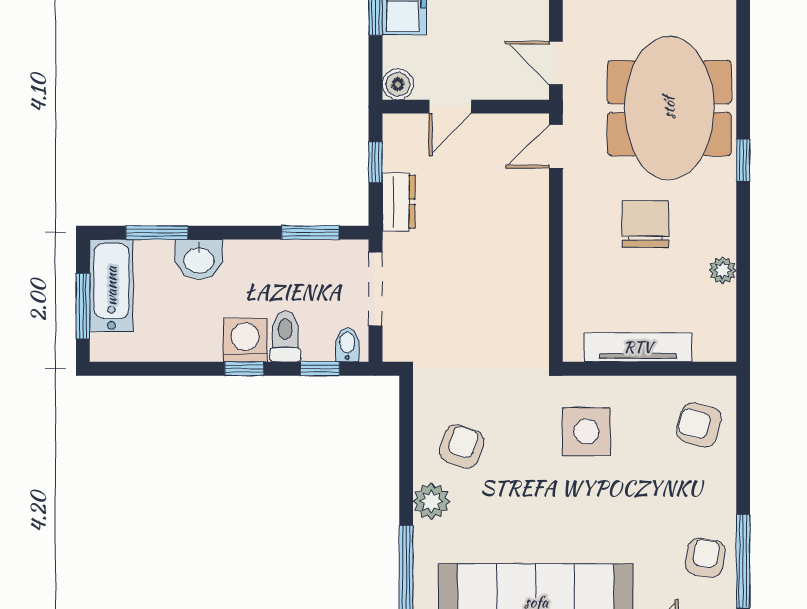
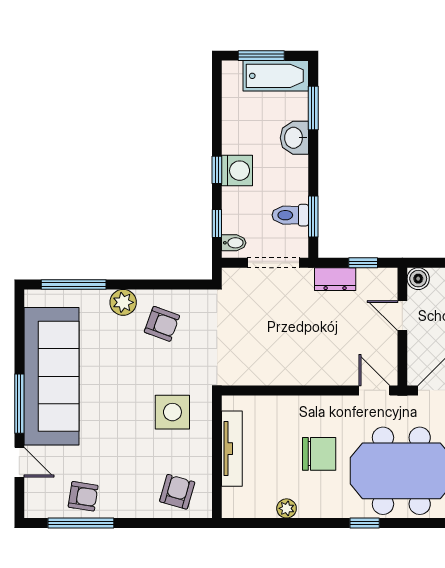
toilet: (285, 336) -> (290, 215), moved, turned 180

